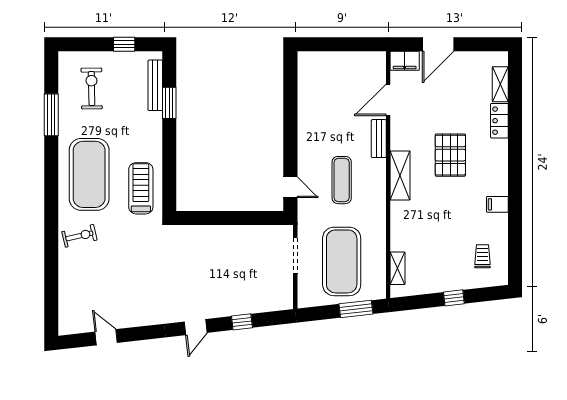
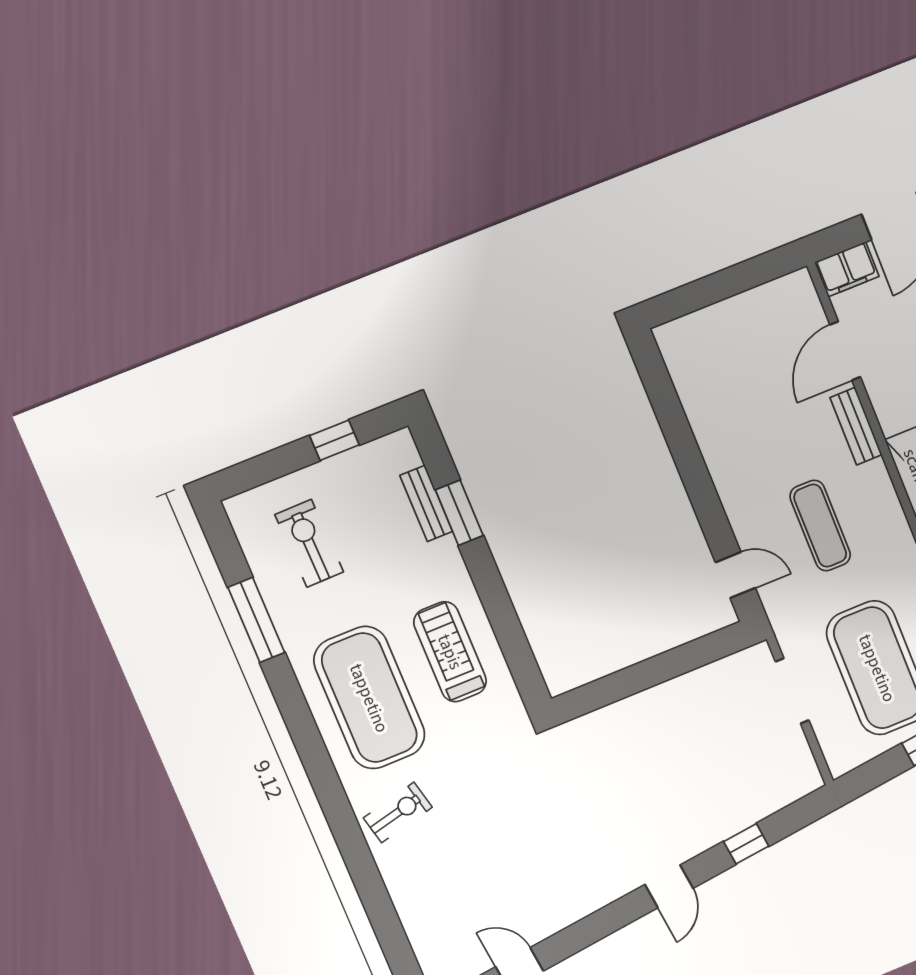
bench: (155, 85) -> (426, 504), width x0.73
treadmill: (141, 188) -> (450, 652), moved

